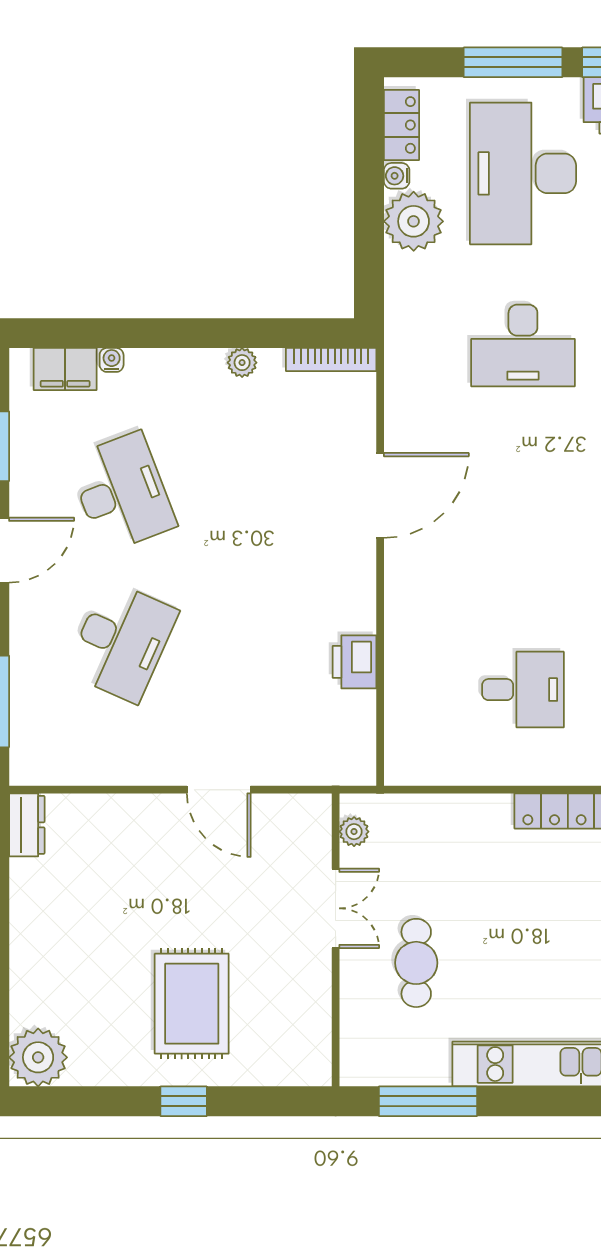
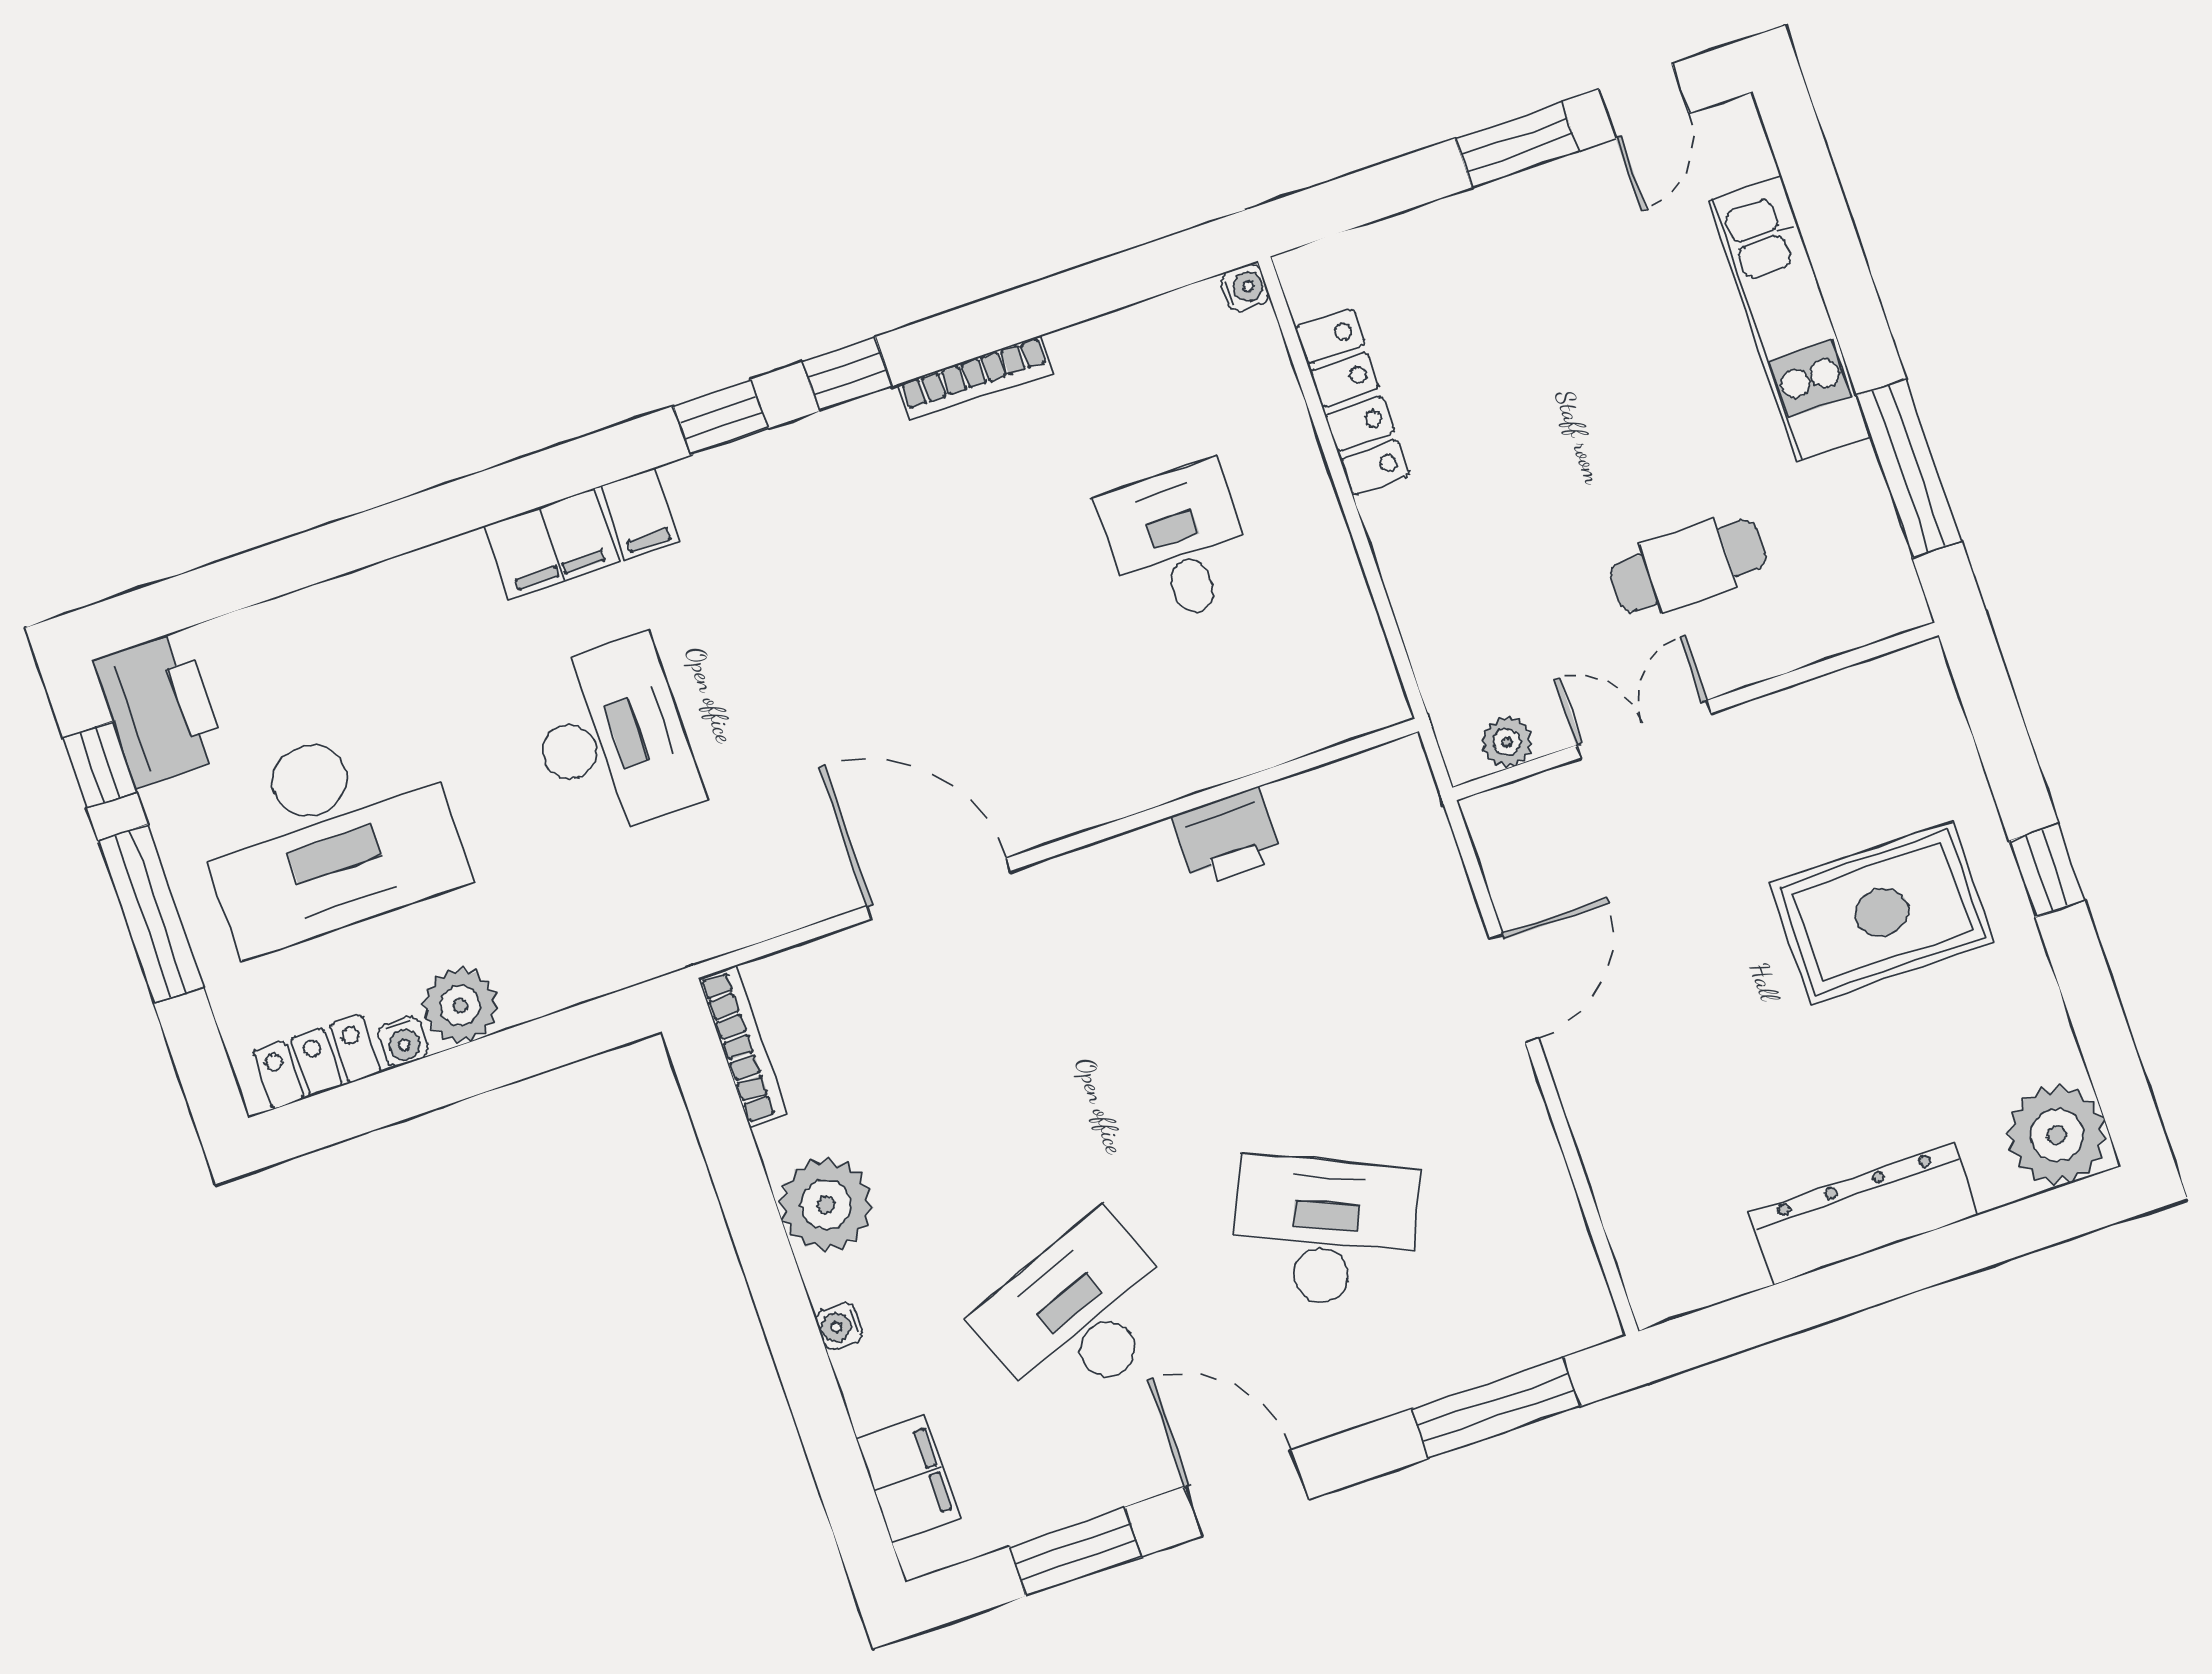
plant: (414, 221) -> (460, 1006), width x0.73, depth x0.73
water cooler: (112, 360) -> (839, 1326), moved
plant: (242, 363) -> (826, 1205), width x1.88, depth x1.88
dresser: (27, 825) -> (1864, 1214), moved, width x1.96, depth x1.24

